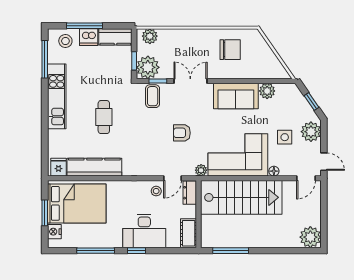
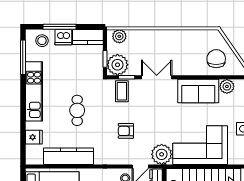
chair: (230, 50) -> (216, 59), moved, turned -90
armchair: (182, 133) -> (126, 131), moved
fridge: (58, 167) -> (34, 137), moved, turned 90
plant: (201, 170) -> (162, 154), width x1.87, depth x1.87
floor lamp: (274, 171) -> (233, 160), removed

